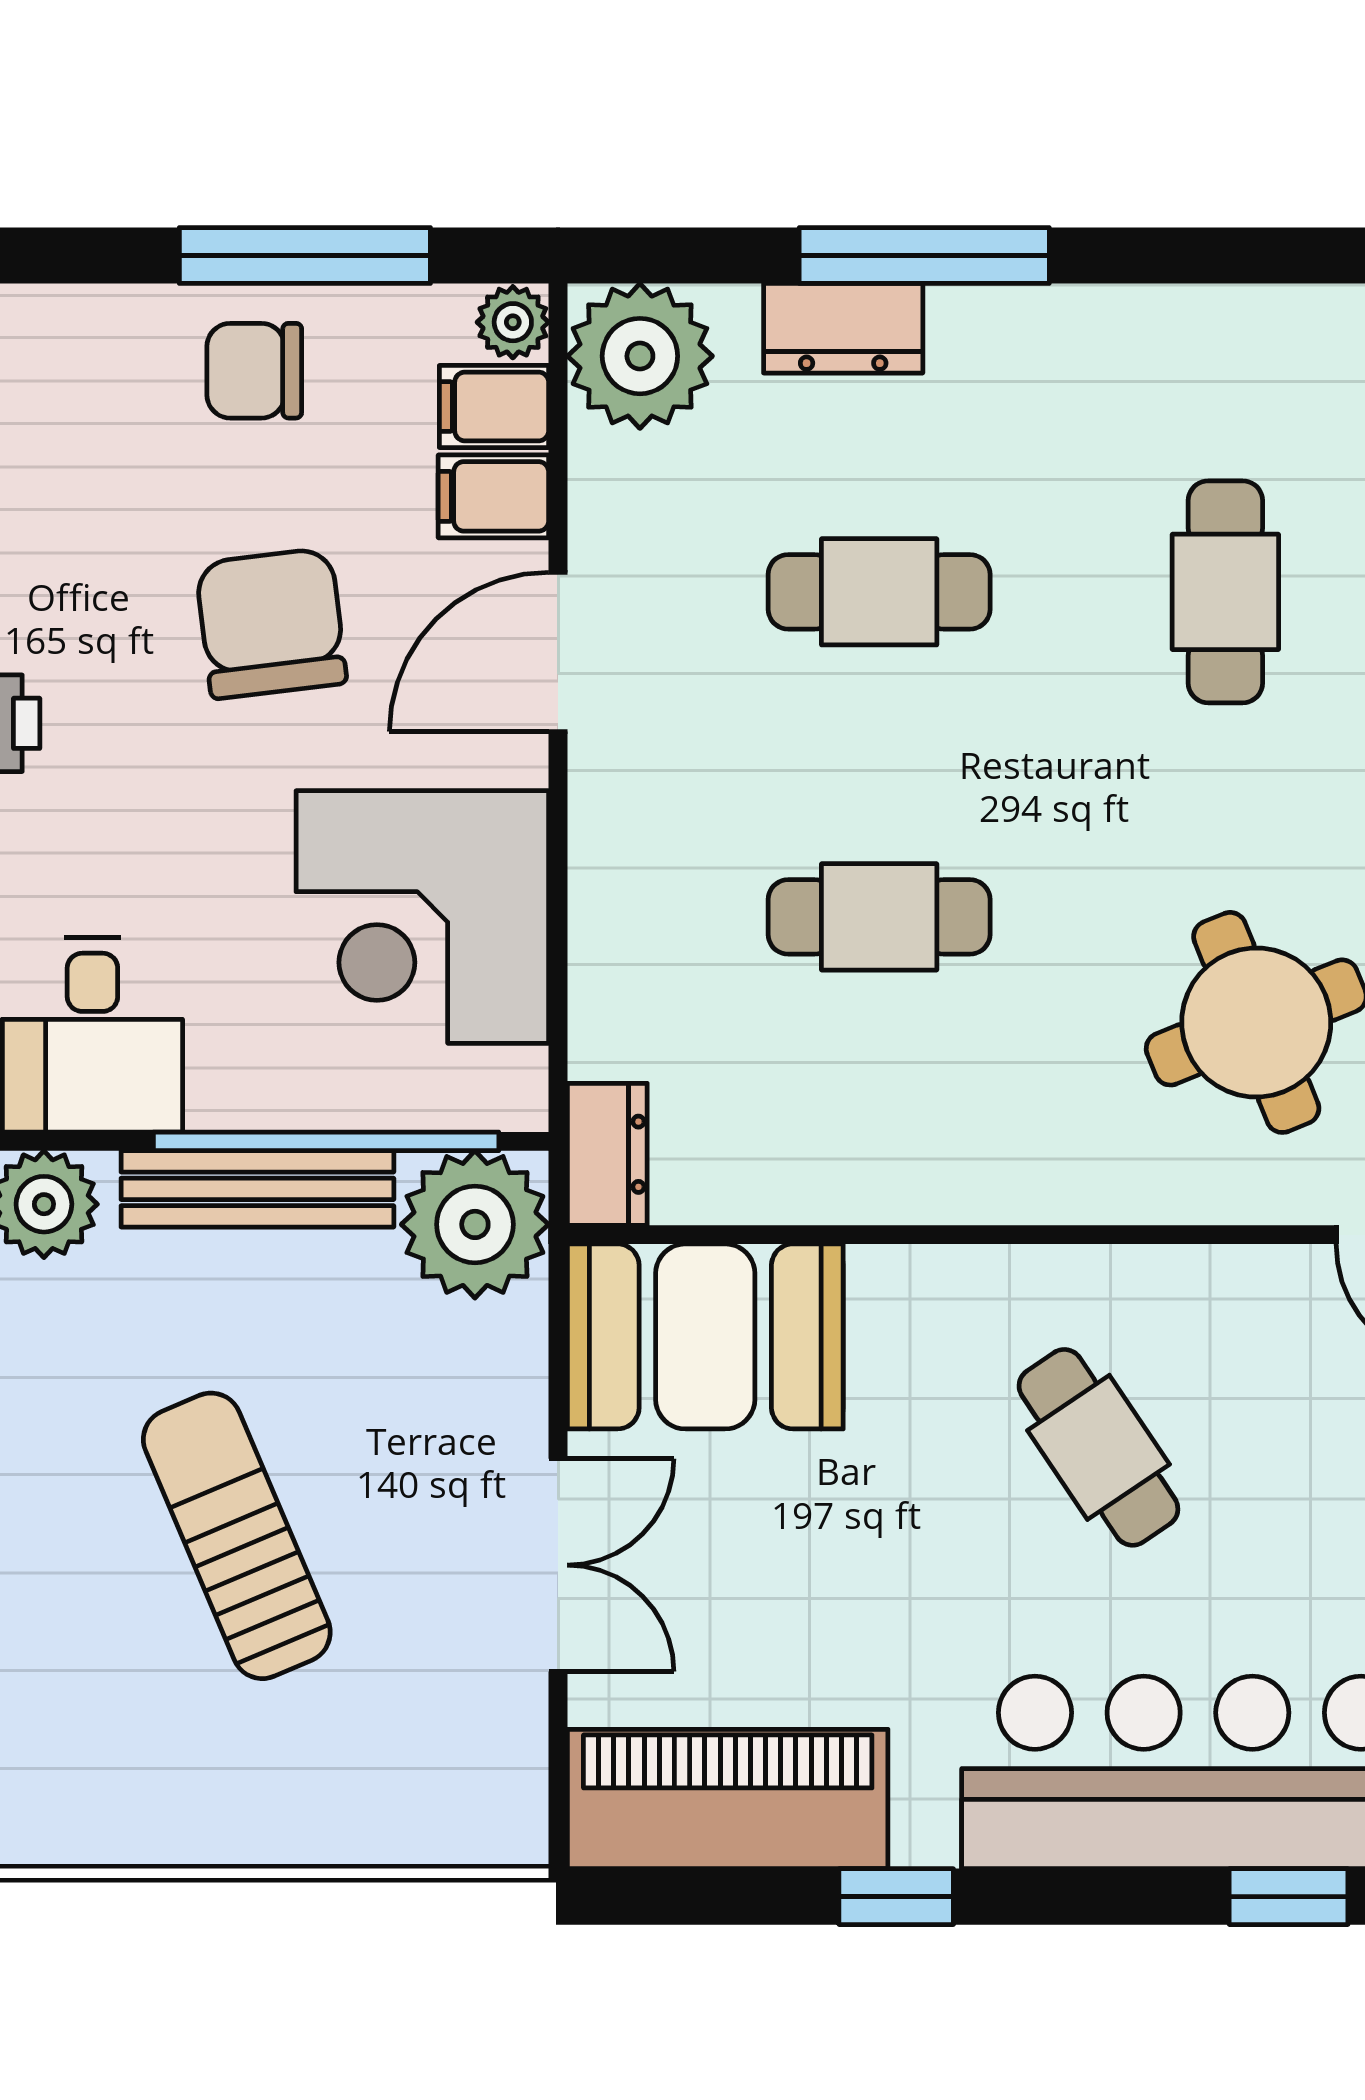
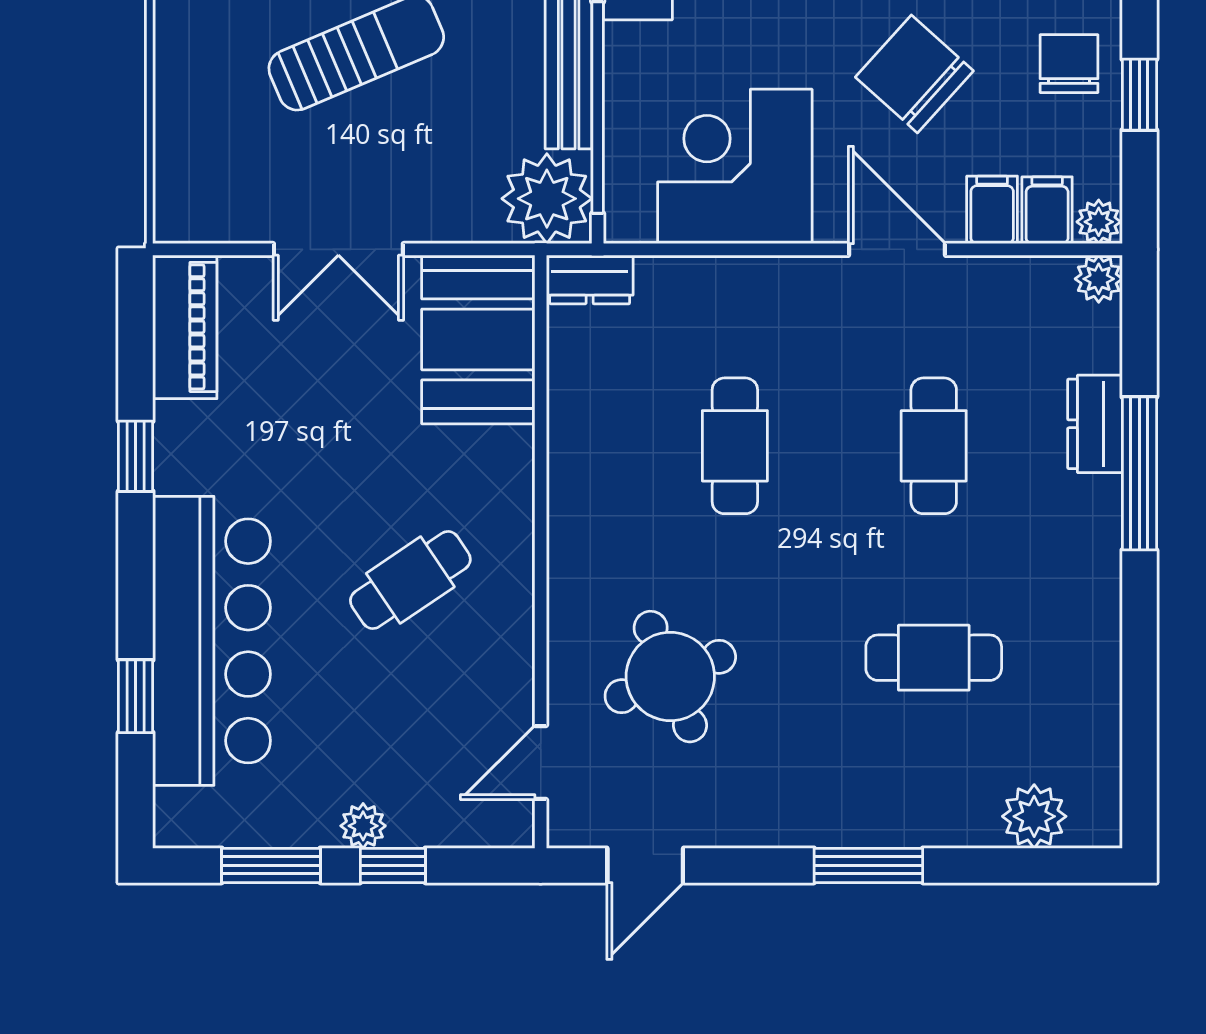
window: (305, 256) -> (1139, 95), width x0.46
plant: (640, 356) -> (1099, 279), width x0.53, depth x0.53
chair: (271, 623) -> (914, 74), turned -131
piano: (728, 1799) -> (185, 327), width x0.73, depth x0.75

